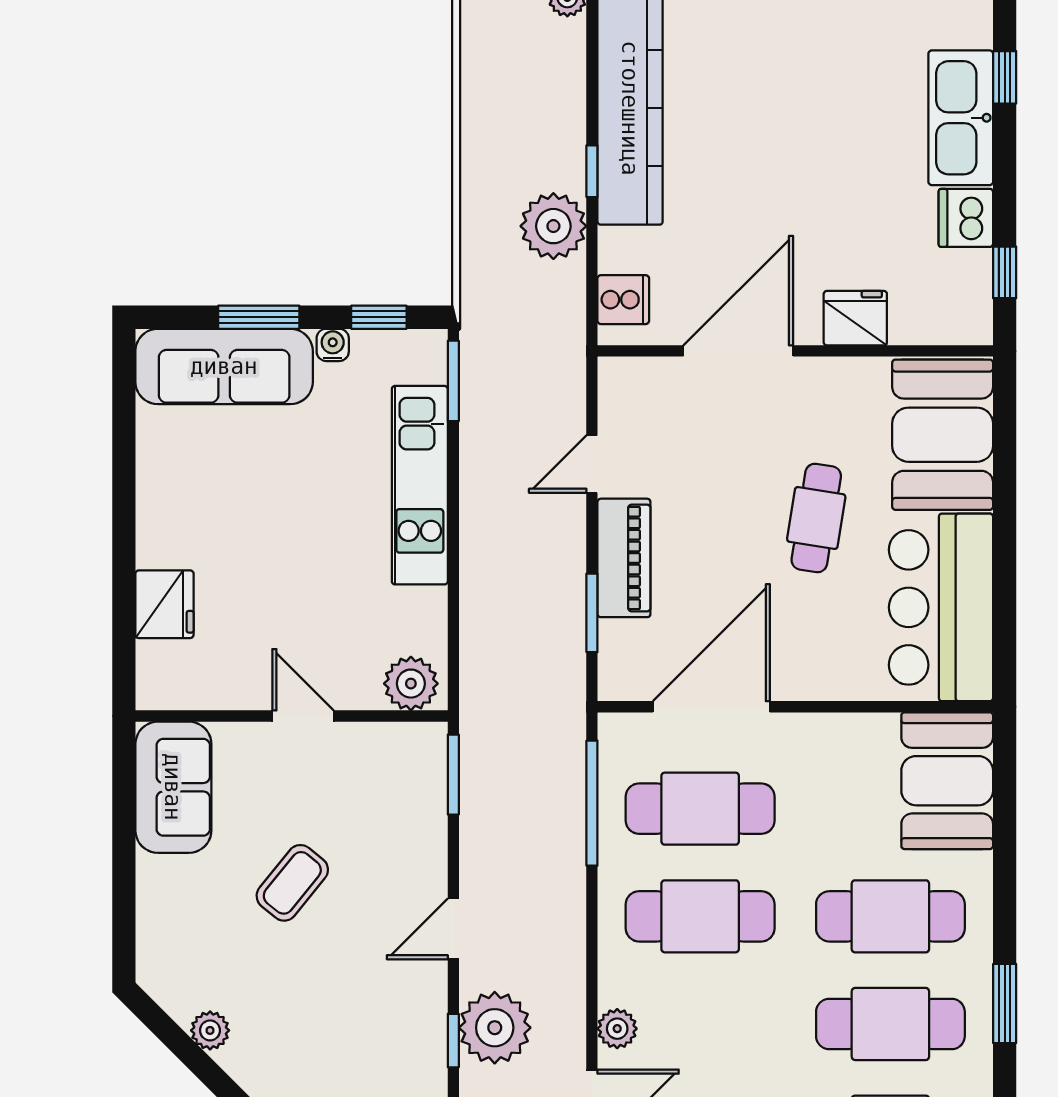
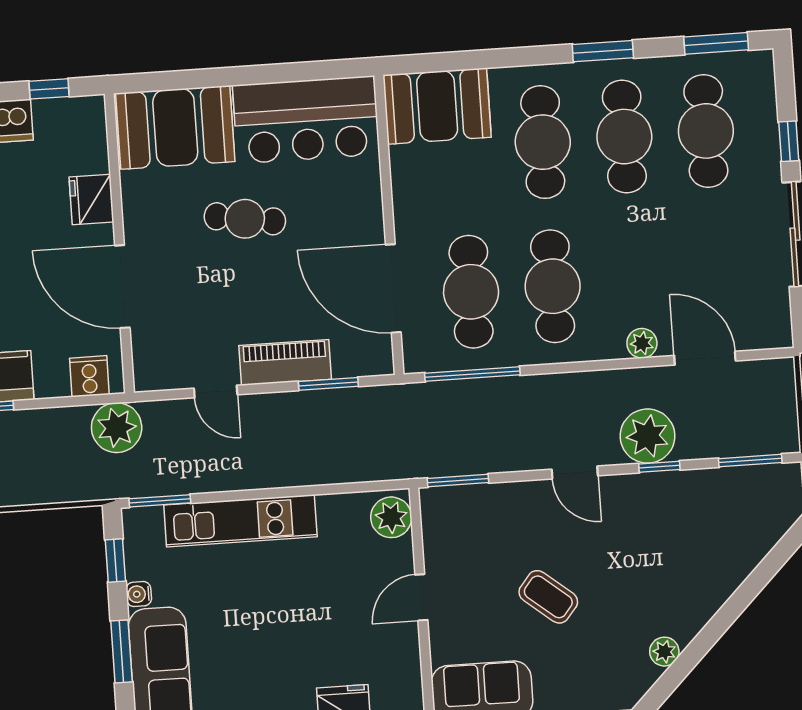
plant: (553, 226) -> (117, 428), moved

